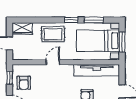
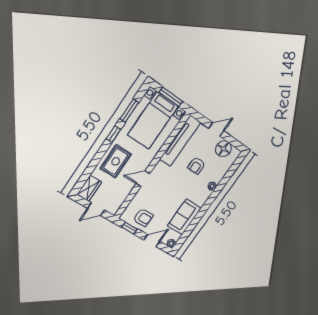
door: (53, 62) -> (143, 179), hinge flipped

